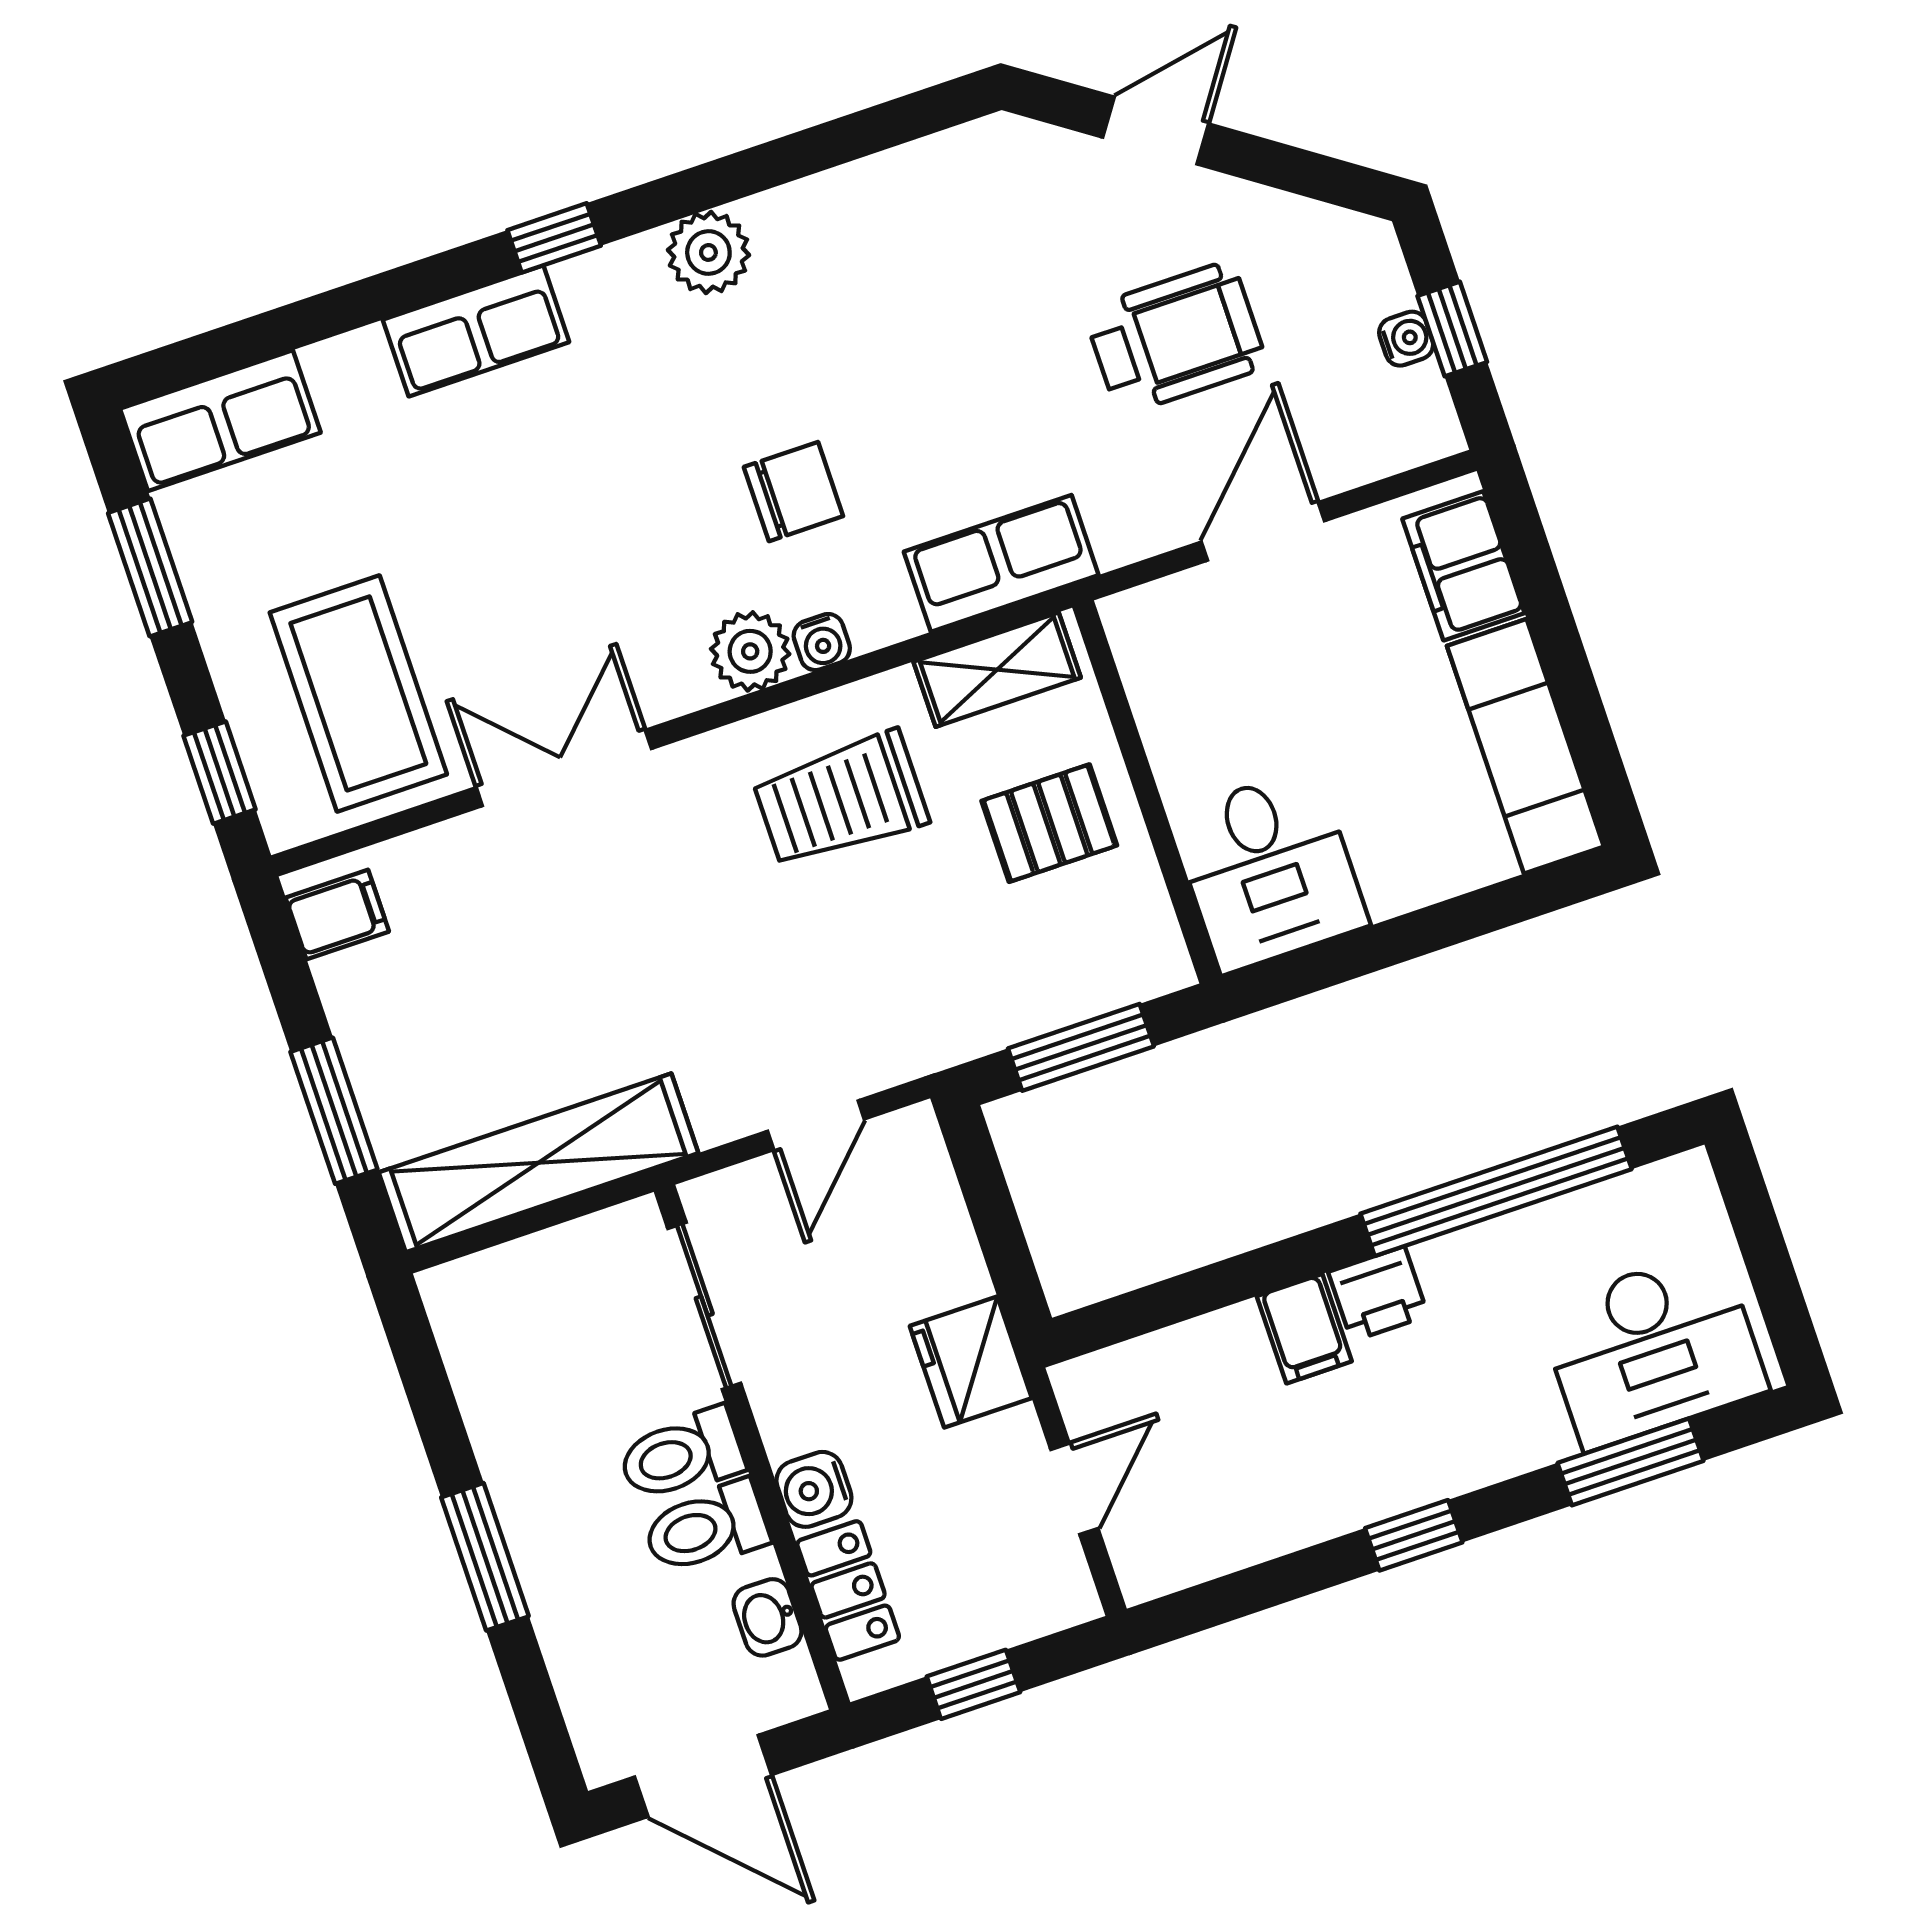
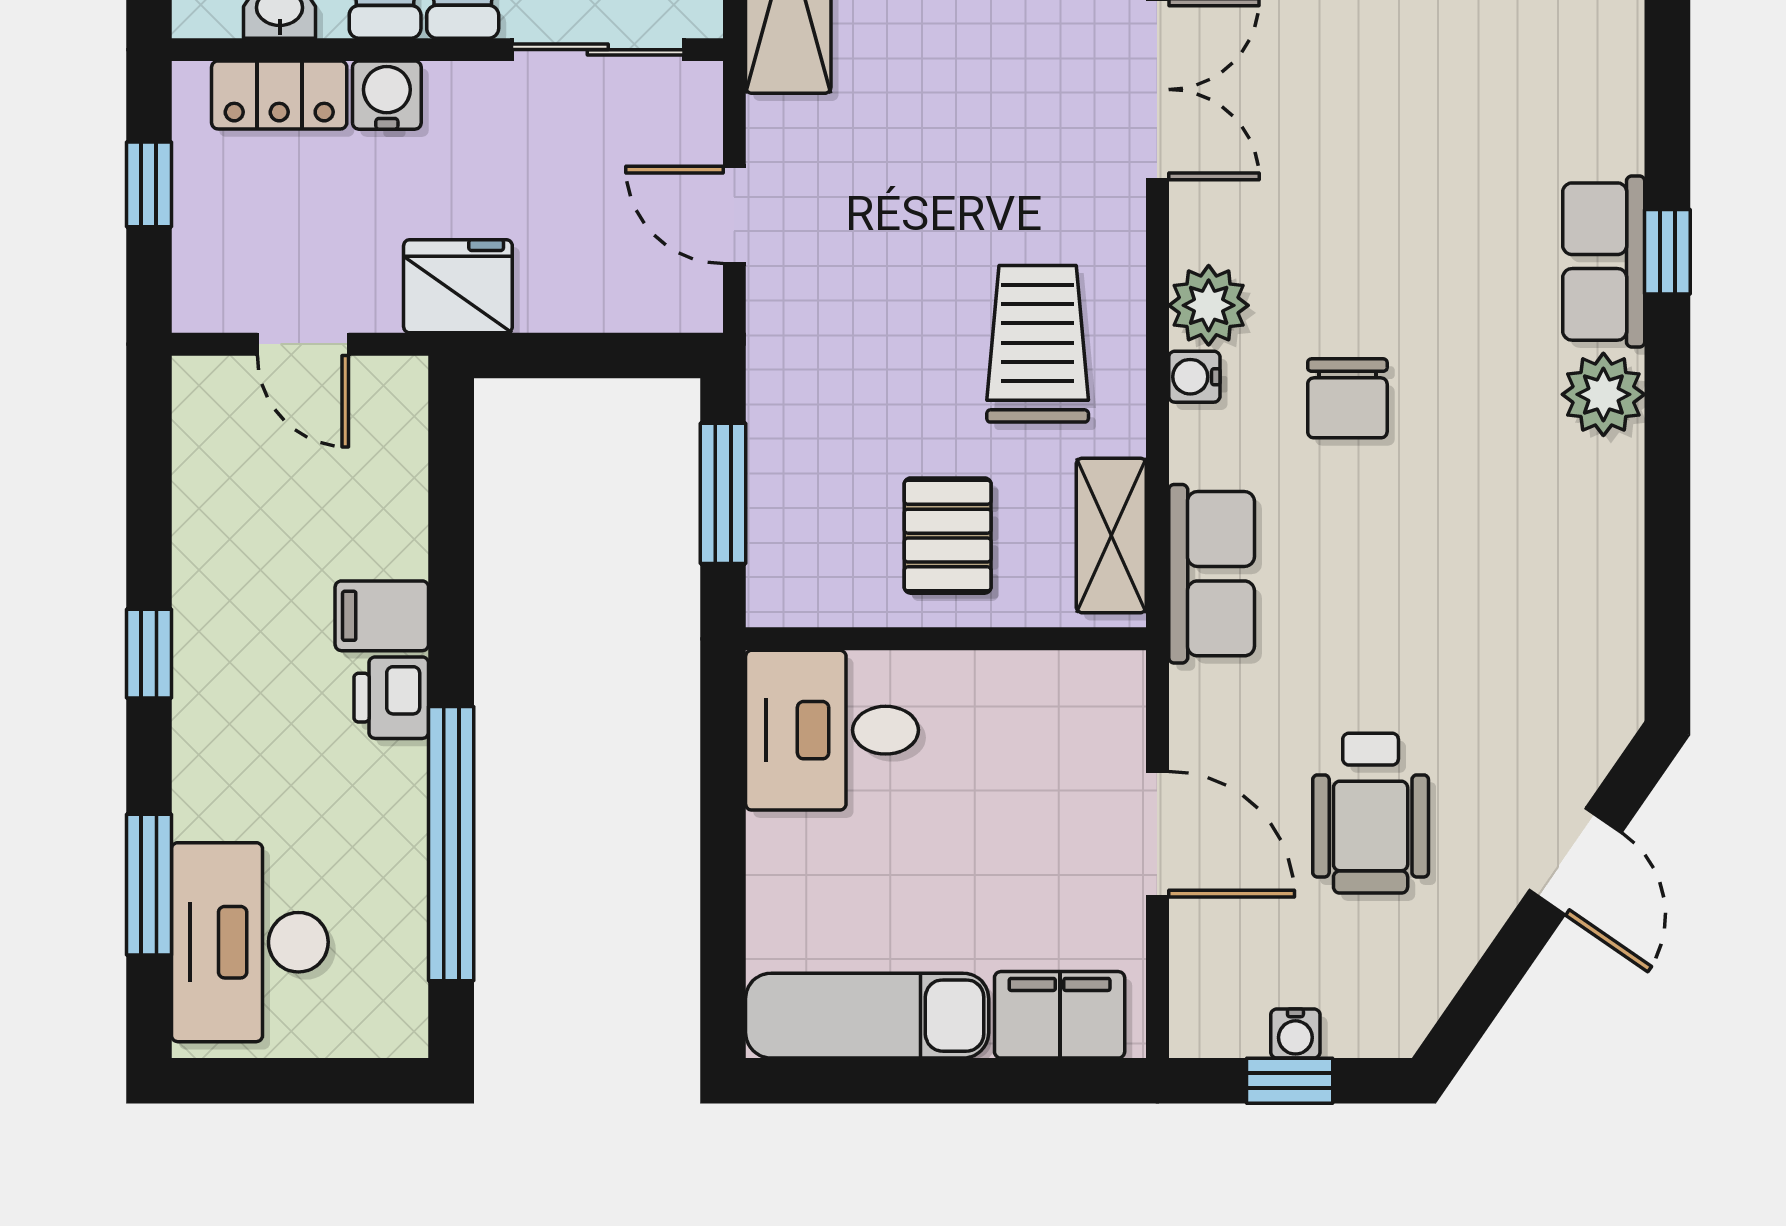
row of seats: (476, 331) -> (1604, 262), moved

